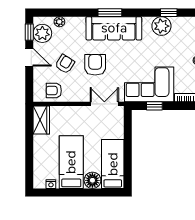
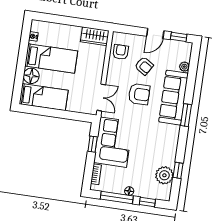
plant: (161, 26) -> (164, 175), moved
sofa: (114, 28) -> (174, 98), moved
plant: (42, 33) -> (176, 49), removed

